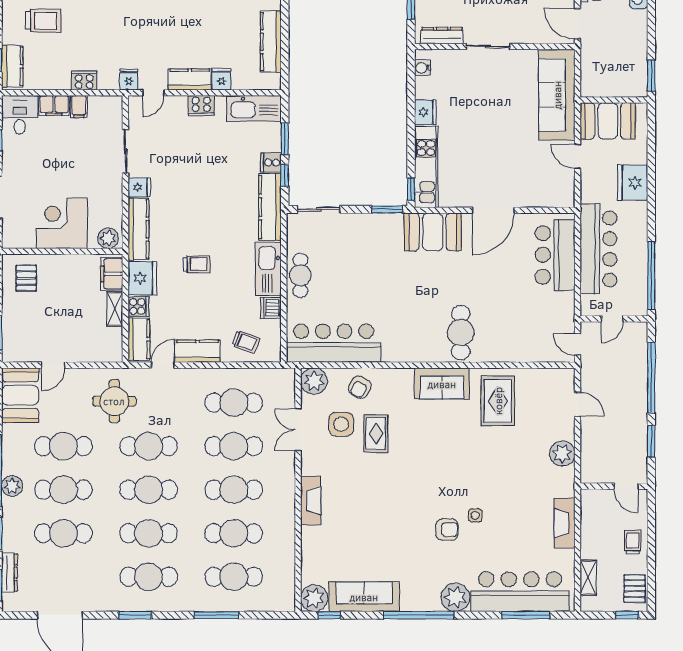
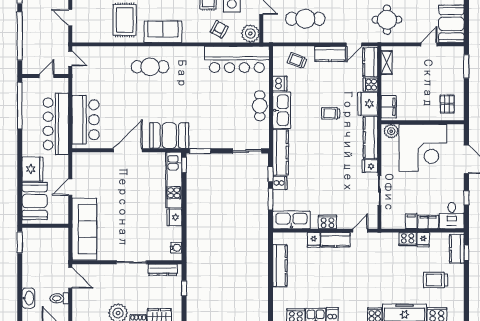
fridge: (129, 80) -> (423, 240), moved
booth: (608, 121) -> (35, 201), moved, turned 90
door: (577, 156) -> (70, 187), swing flipped
corner desk: (62, 223) -> (423, 148), width x1.36, depth x1.36
shelving: (115, 309) -> (387, 63), moved
cafe table: (461, 332) -> (150, 67), turned 90

